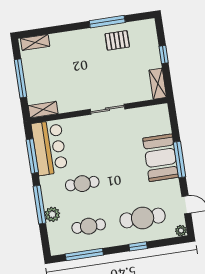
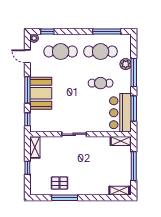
window: (173, 120) -> (27, 119), added
cafe table: (89, 226) -> (101, 52), width x1.37, depth x1.35
window: (138, 246) -> (47, 31), moved

